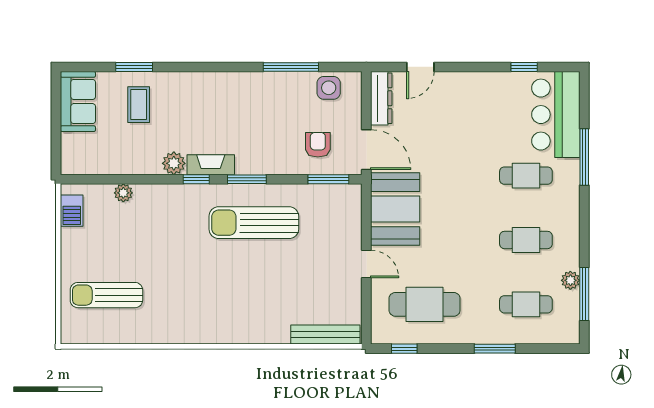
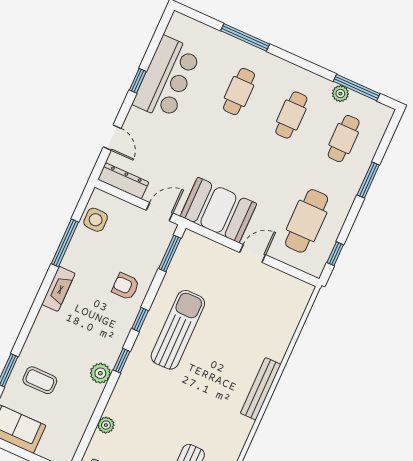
window: (524, 67) -> (138, 81), moved
bar counter: (556, 115) -> (167, 78), moved, turned -90
armchair: (318, 145) -> (126, 286), moved
door: (366, 150) -> (160, 212), width x0.73
fireplace: (211, 165) -> (58, 289), moved, turned 180
window: (247, 179) -> (140, 319), width x0.67
sun lounger: (254, 223) -> (178, 330), turned 180
bench: (325, 335) -> (261, 389), moved

